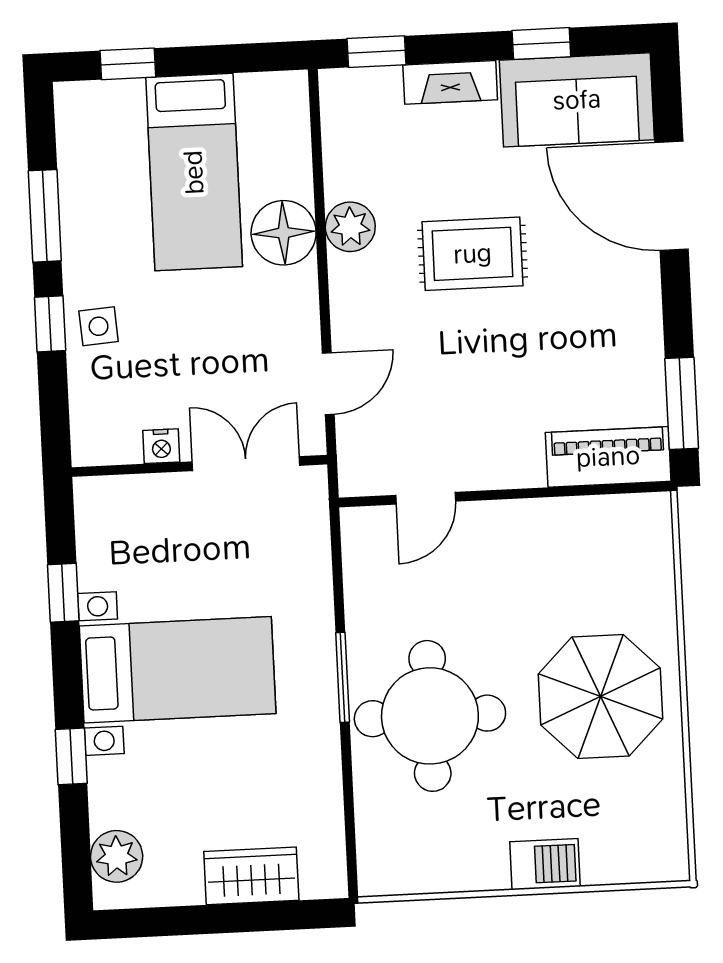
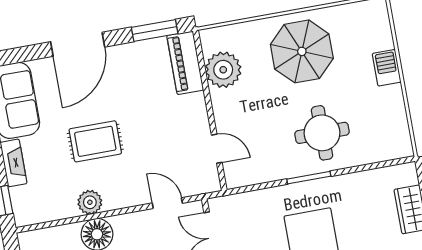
door: (672, 196) -> (78, 44), moved
rug: (473, 254) -> (95, 141), turned 90
plant: (584, 532) -> (223, 70), added
round table: (430, 716) -> (322, 133), width x0.73, depth x0.73

